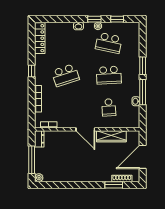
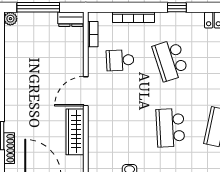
school desk: (109, 107) -> (120, 60), moved

